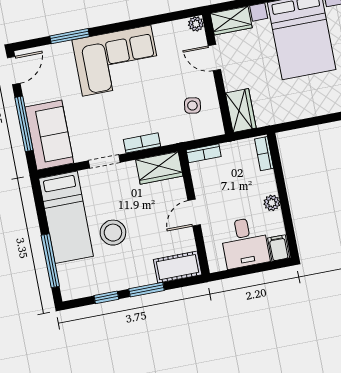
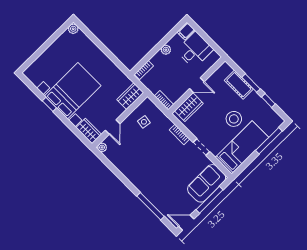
window: (70, 36) -> (150, 206), width x1.44
corner sofa: (117, 61) -> (147, 175), removed
wardrobe: (159, 168) -> (189, 107), moved, turned 90
cot: (178, 267) -> (239, 85), moved

